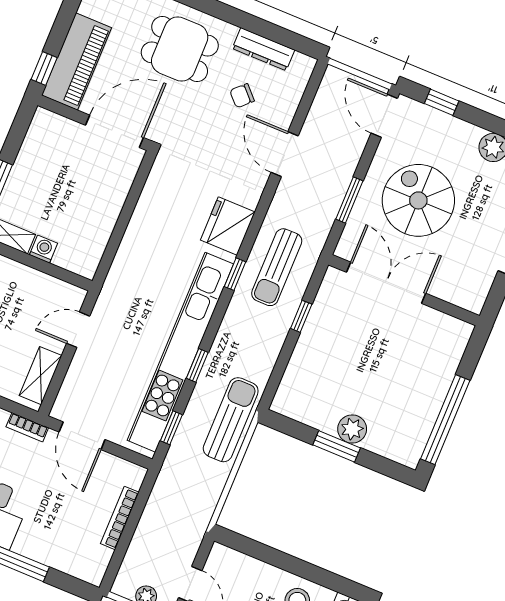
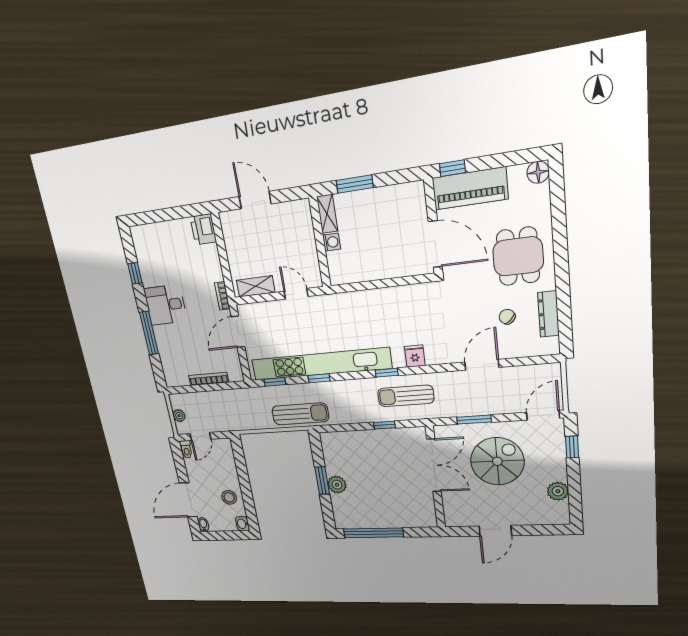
fridge: (228, 226) -> (415, 356), width x0.53, depth x0.75

